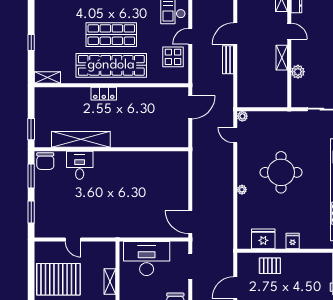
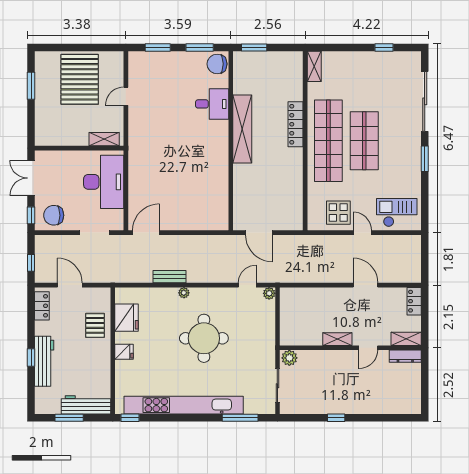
window: (31, 42) -> (384, 47), moved
bench: (228, 60) -> (170, 277), moved
plant: (298, 72) -> (289, 358), moved
locker: (104, 94) -> (296, 124), width x1.53
door: (190, 107) -> (259, 233), moved
shelving: (81, 139) -> (242, 129), moved
shelving: (110, 282) -> (104, 139), moved

